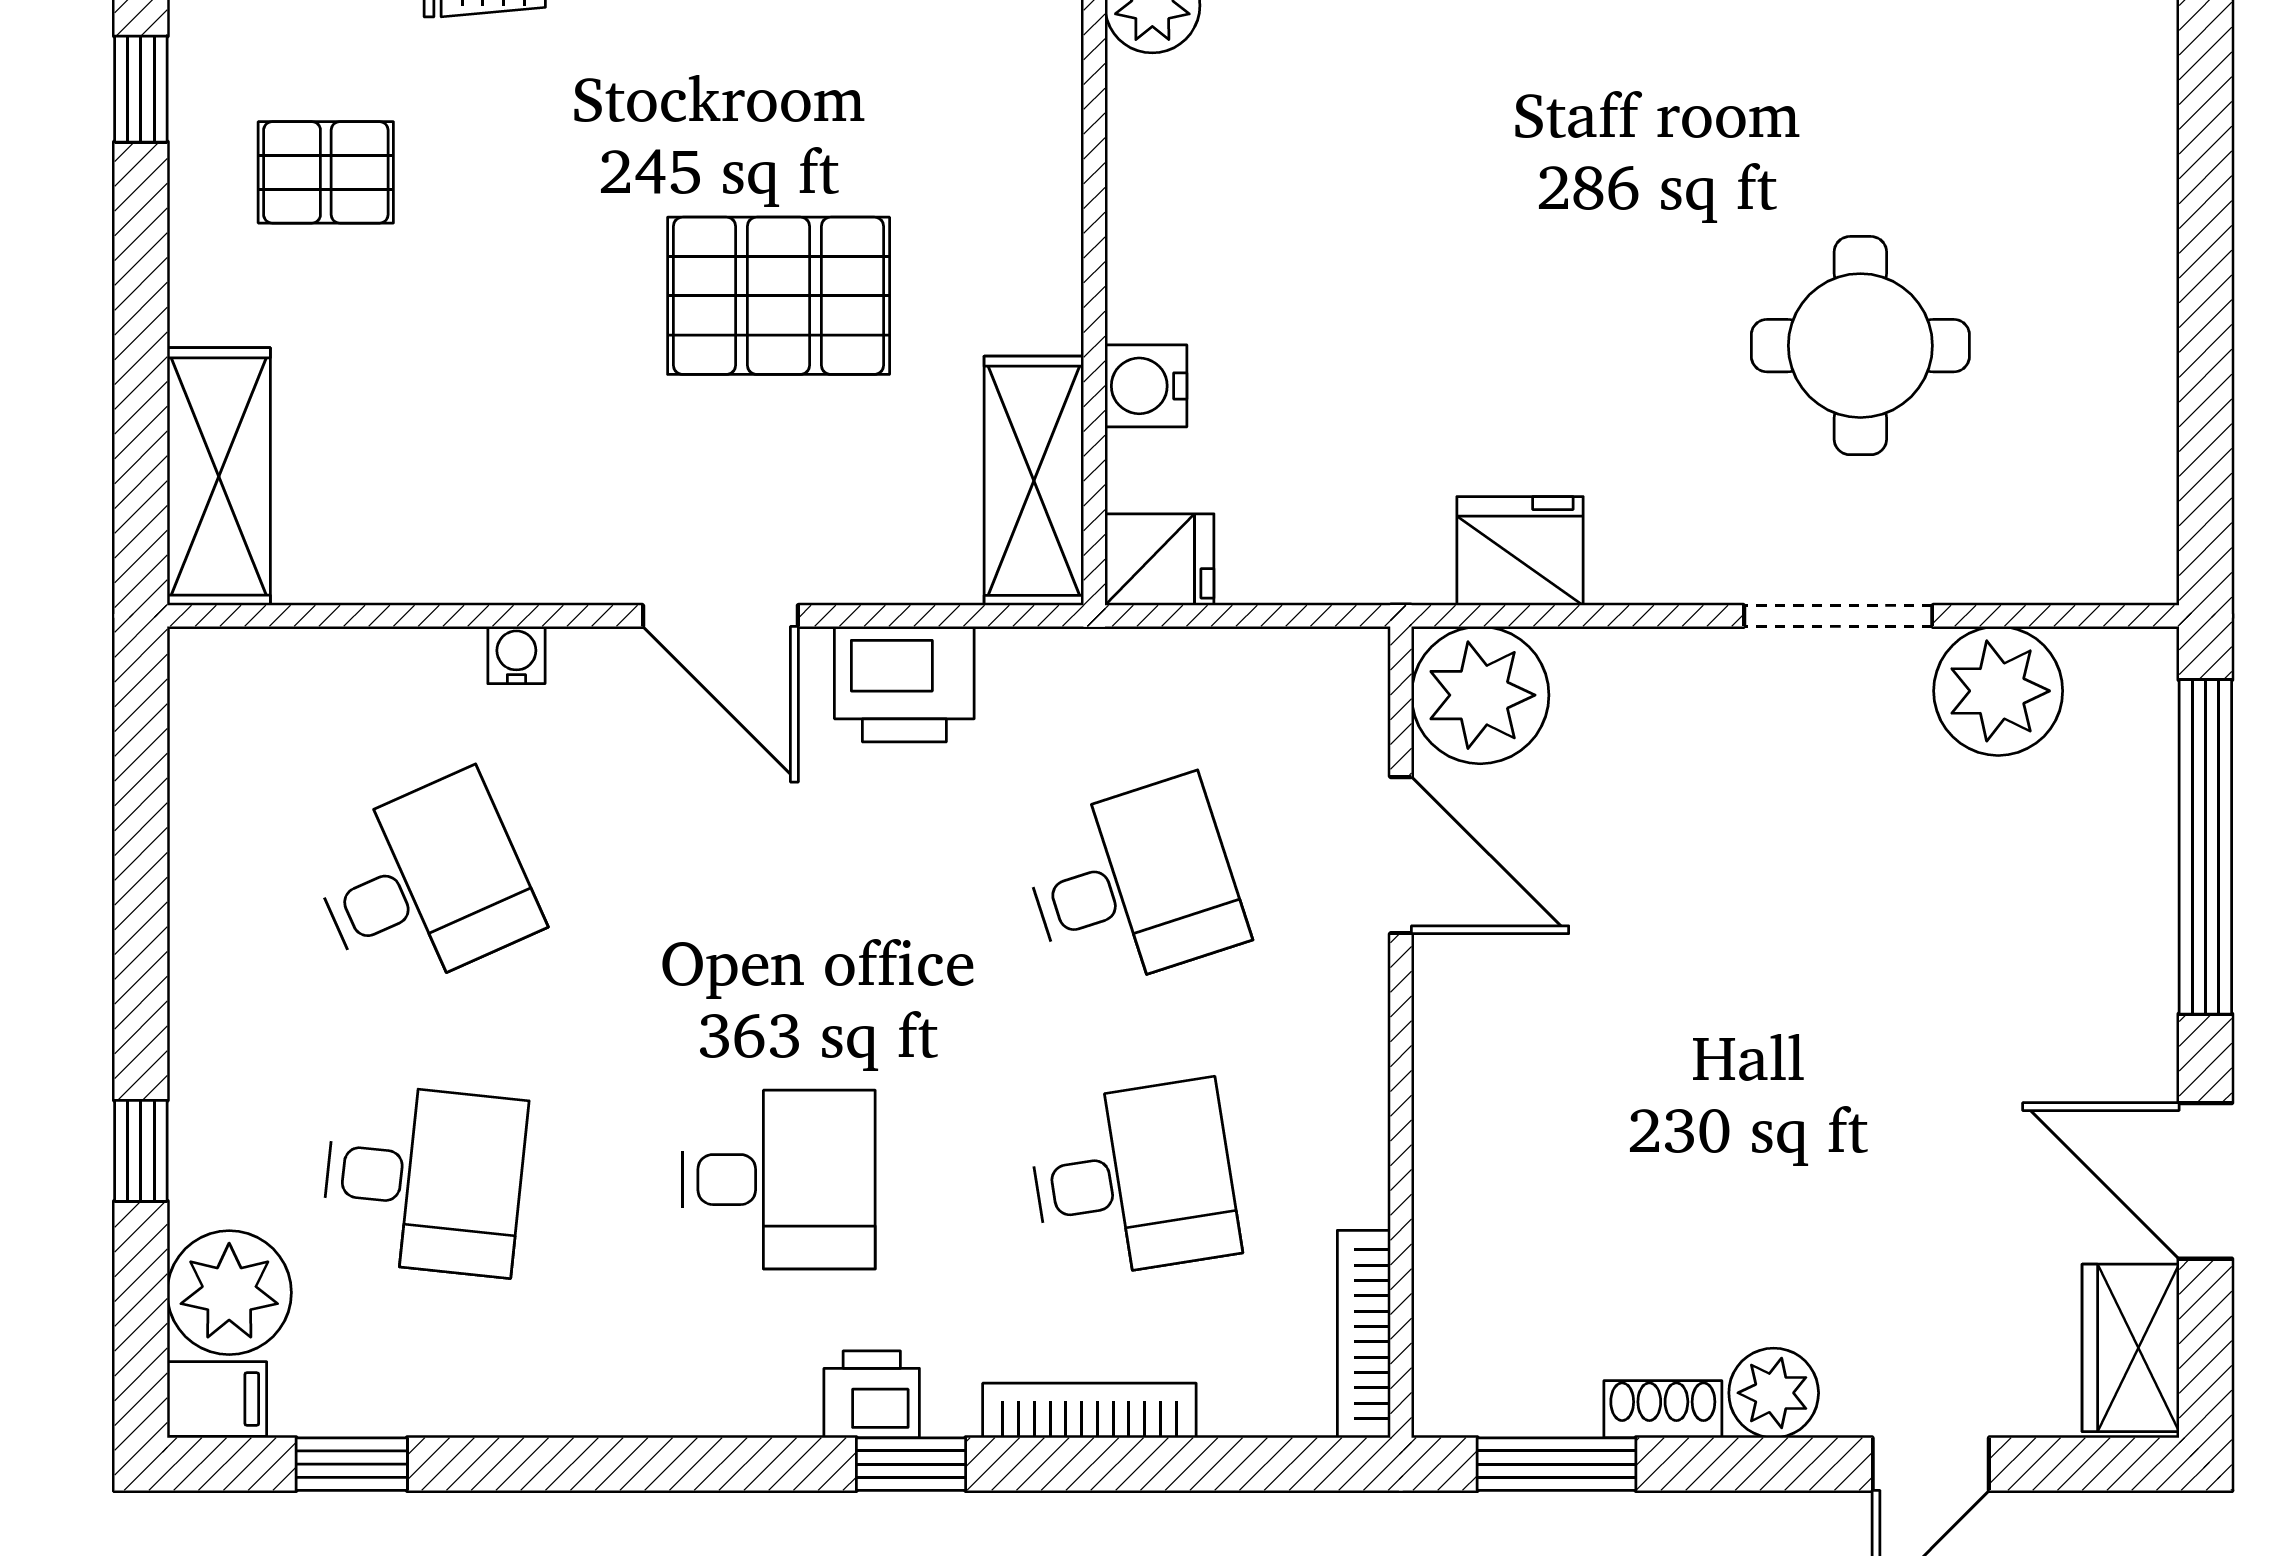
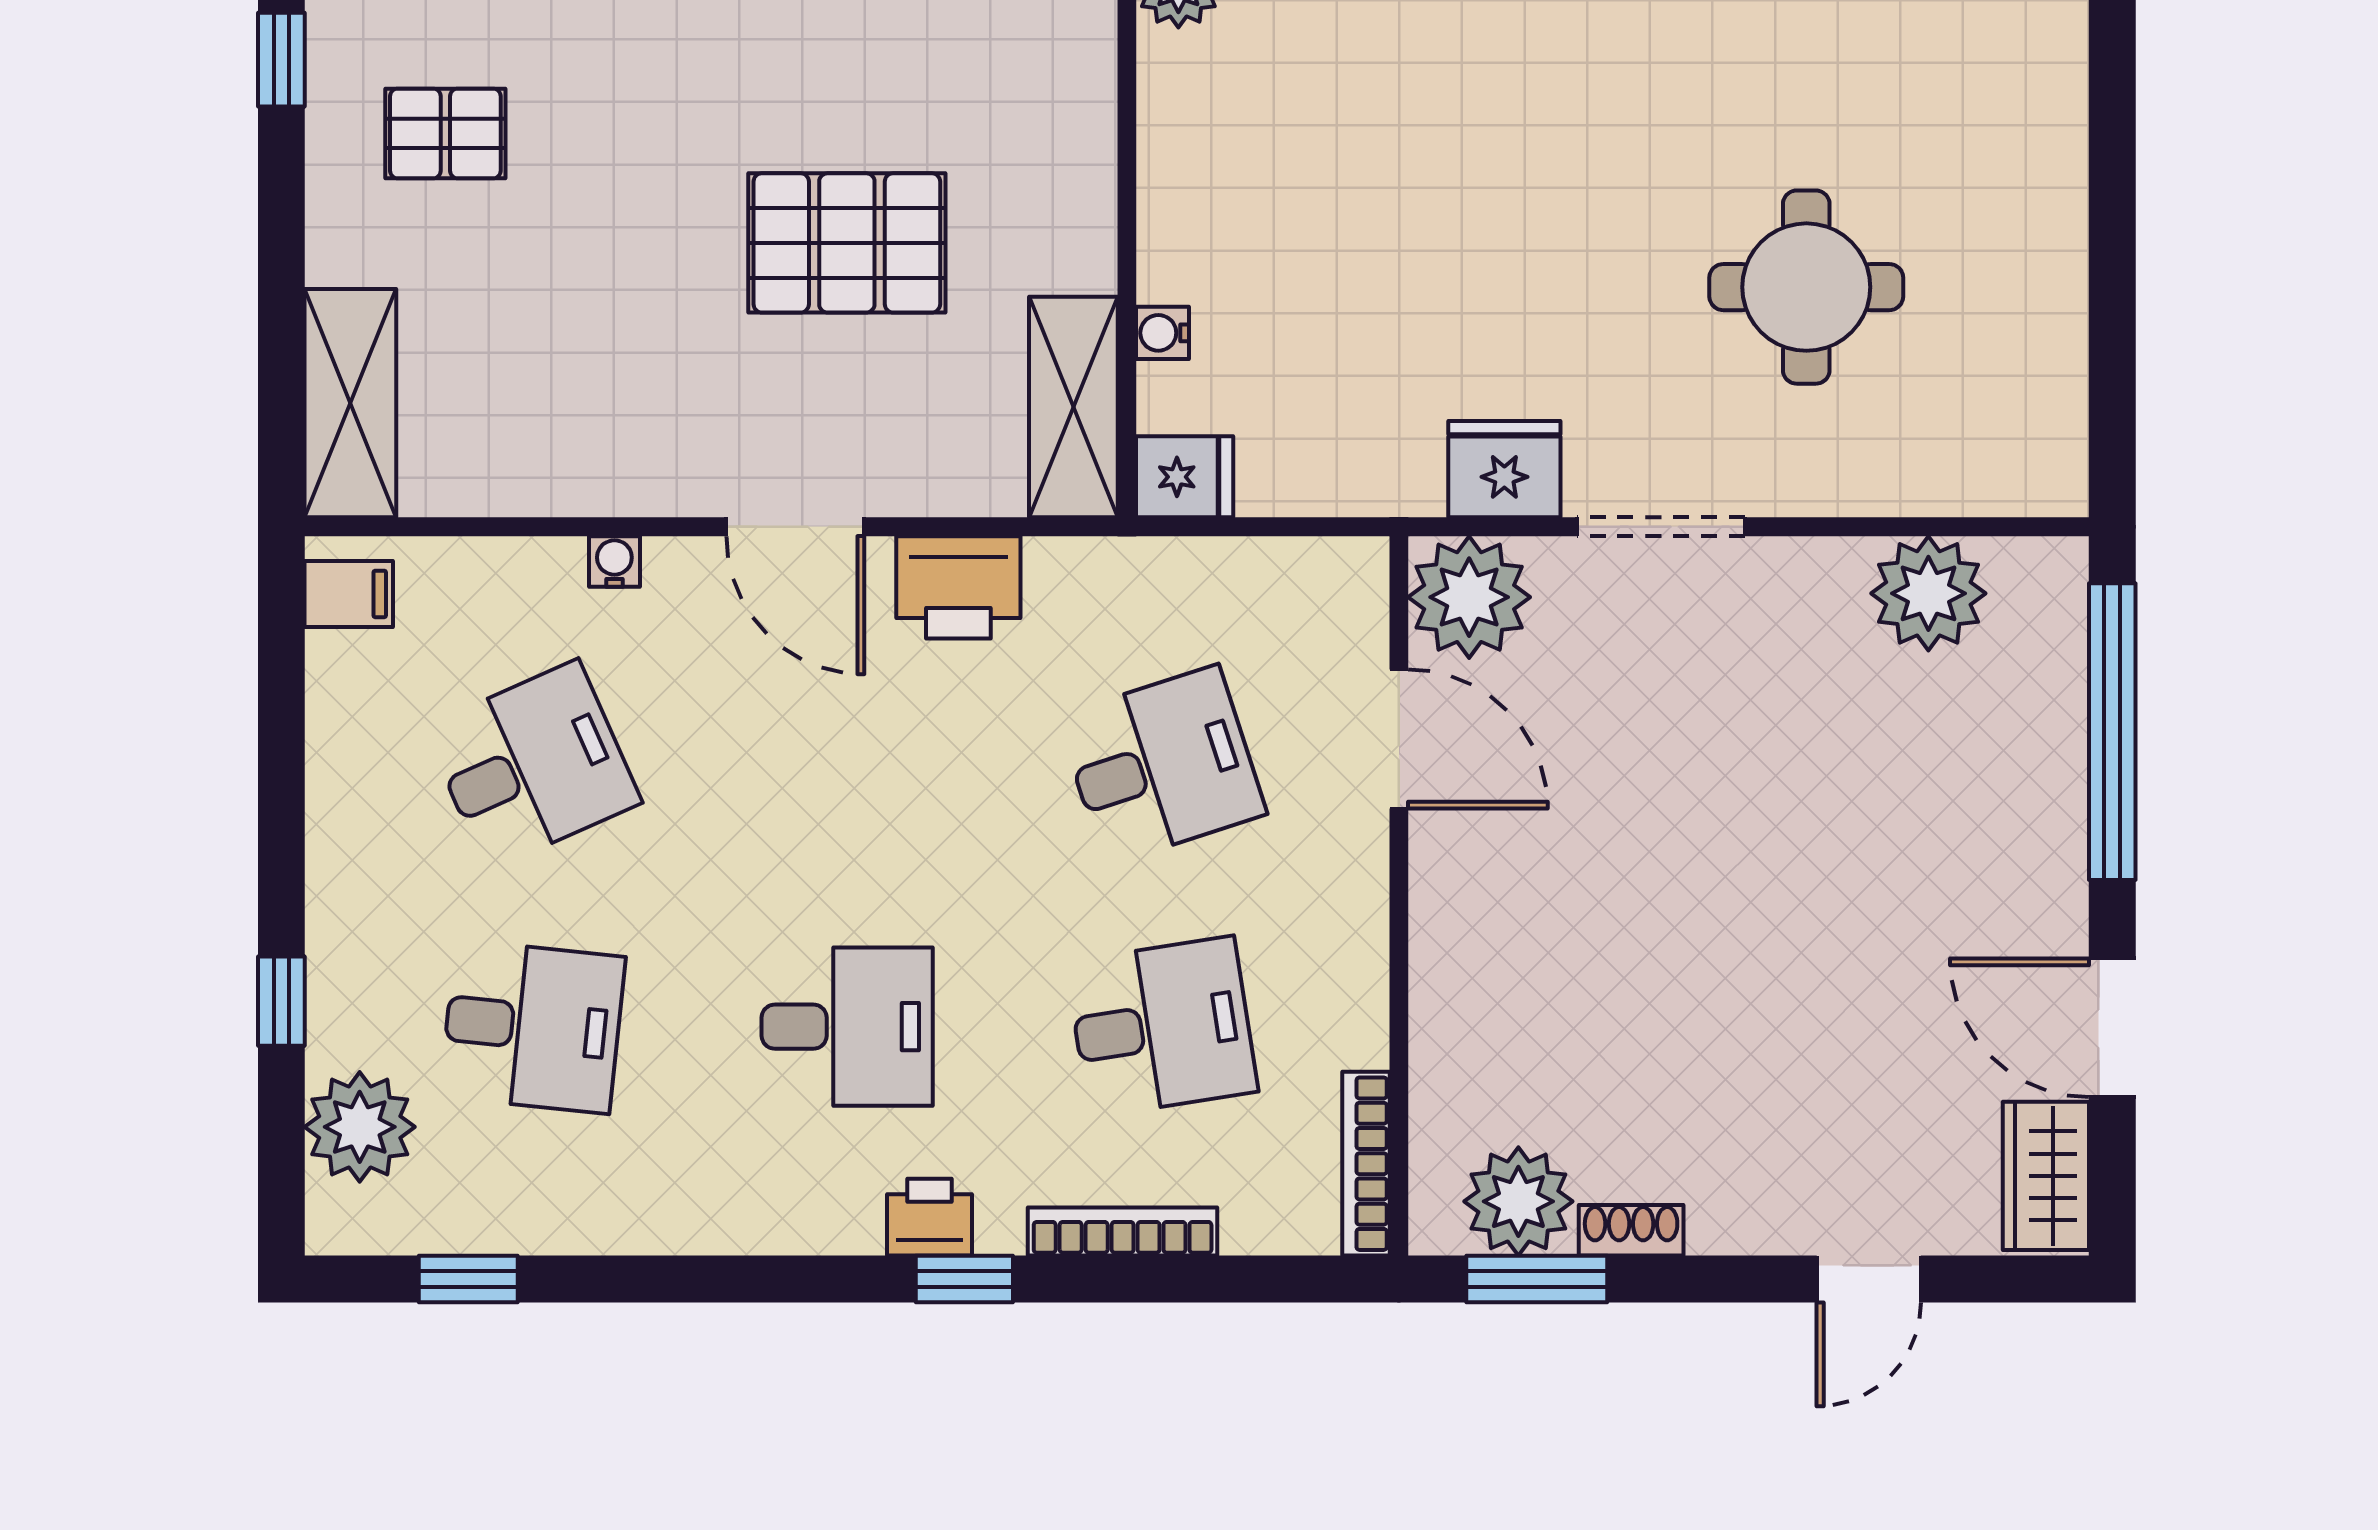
water cooler: (1146, 386) -> (1162, 333), width x0.72, depth x0.72
doorway: (1838, 616) -> (1661, 527), moved
plant: (1774, 1393) -> (1518, 1201), moved, width x1.36, depth x1.36
filing cabinet: (217, 1399) -> (349, 594), moved

